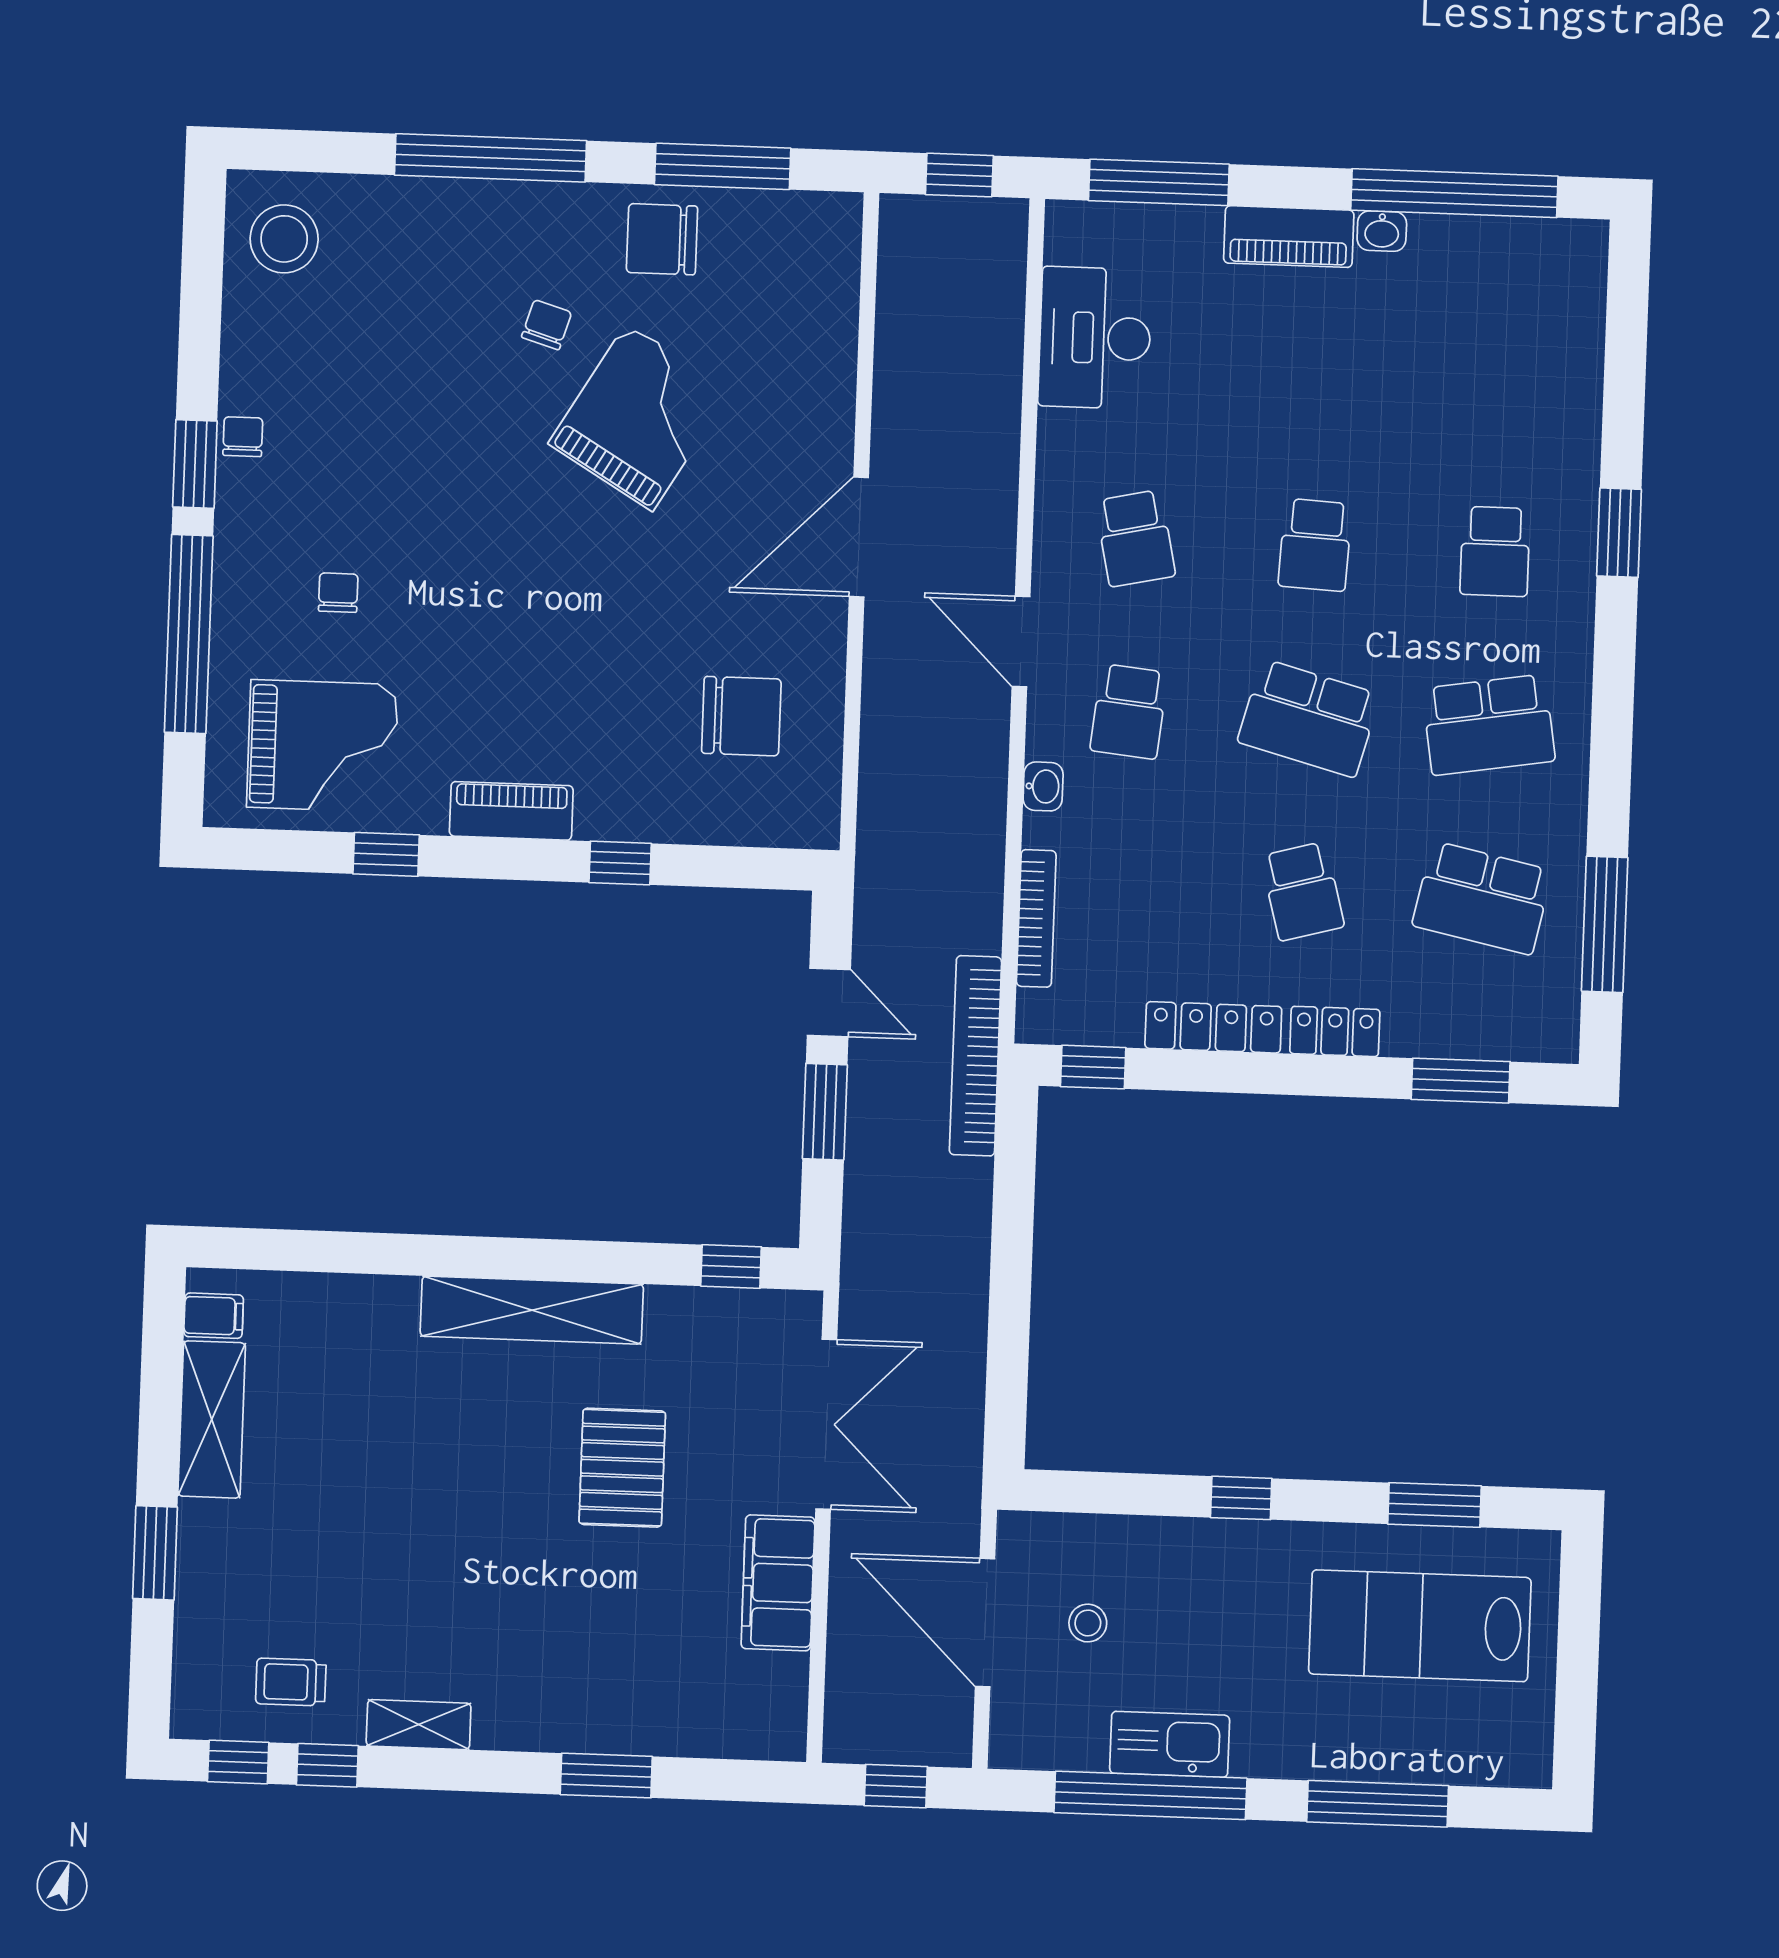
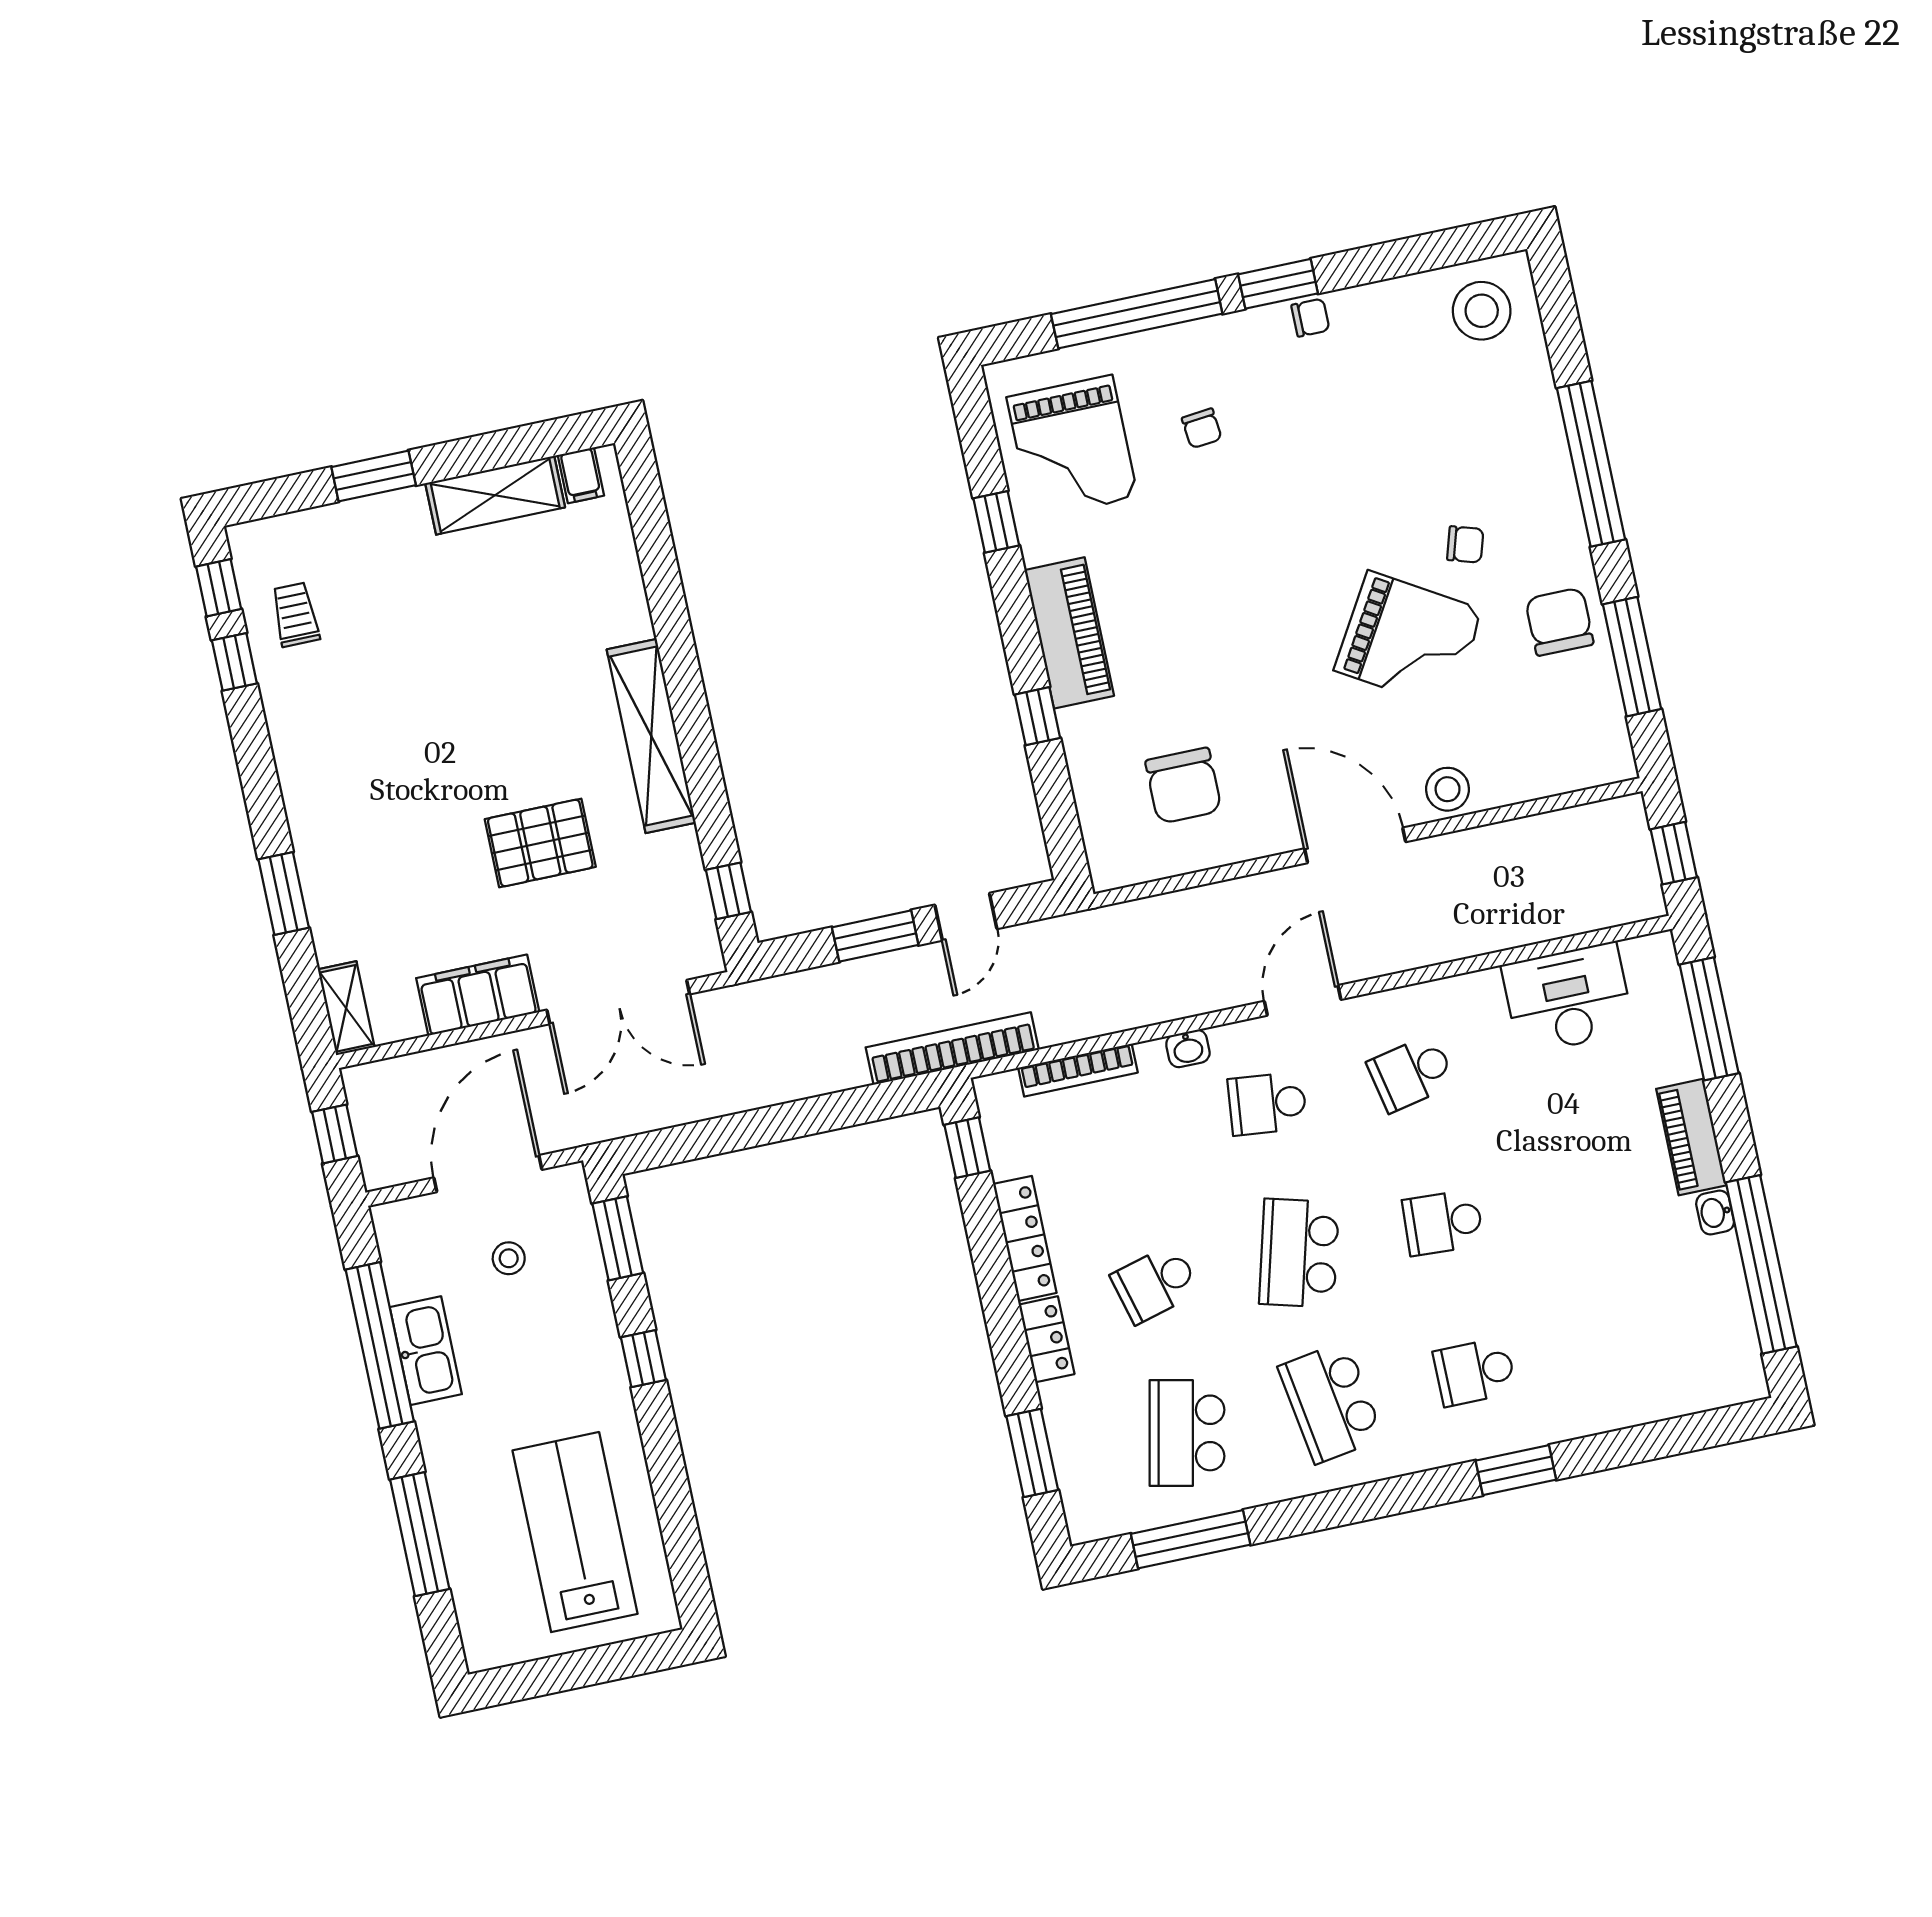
stool: (821, 415) -> (1448, 789), added
chair: (338, 593) -> (1202, 428), turned 84
piano: (511, 811) -> (1069, 633), width x1.37, depth x1.33
window: (1435, 1505) -> (618, 1238), moved
shelving: (419, 1725) -> (346, 1008), moved

